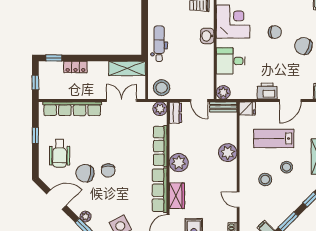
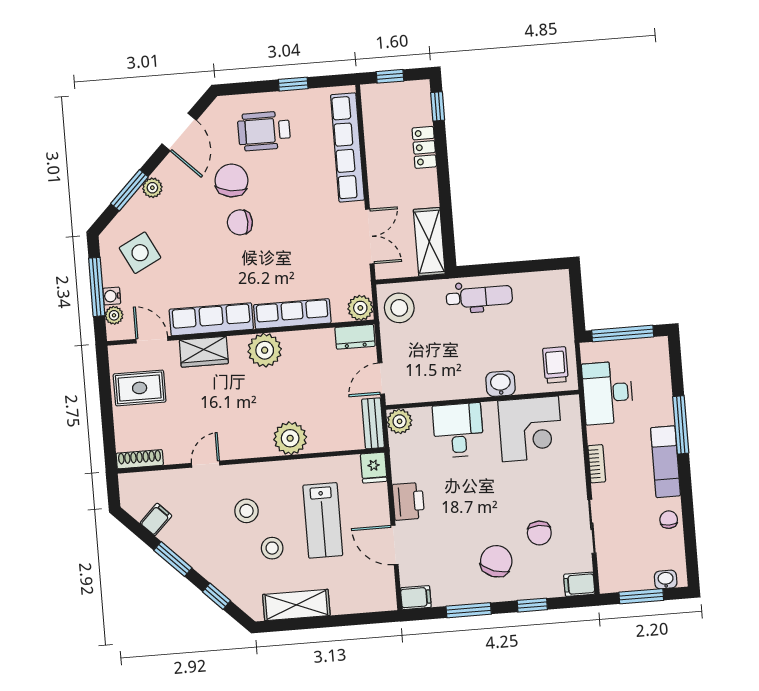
chair: (275, 32) -> (539, 533), moved
lab bench: (274, 138) -> (323, 520), turned 180

